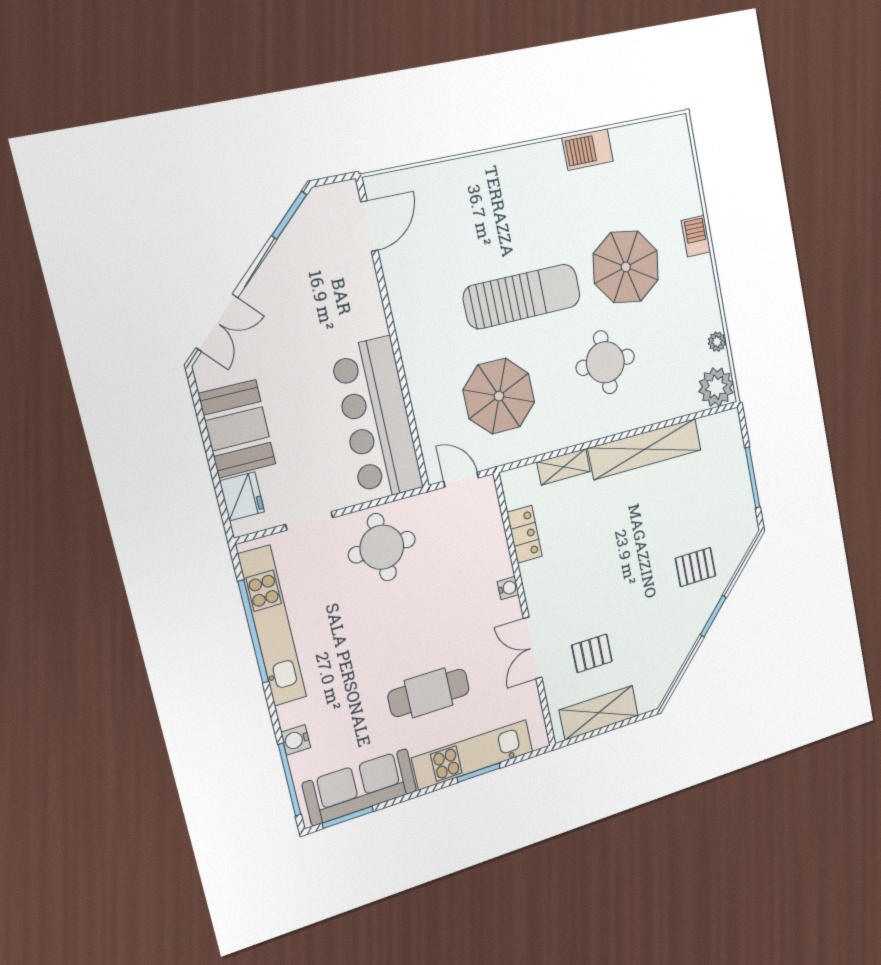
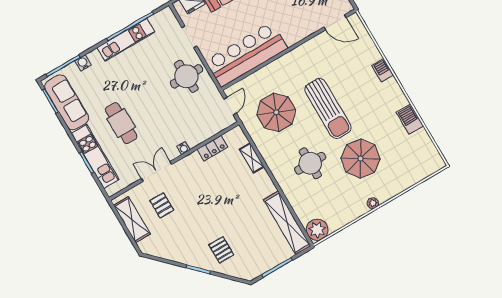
barbecue: (696, 236) -> (383, 70), moved, turned -90
plant: (717, 342) -> (373, 203), moved
shelving: (645, 449) -> (287, 223), moved
kitchen unit: (272, 626) -> (126, 40), width x0.73

